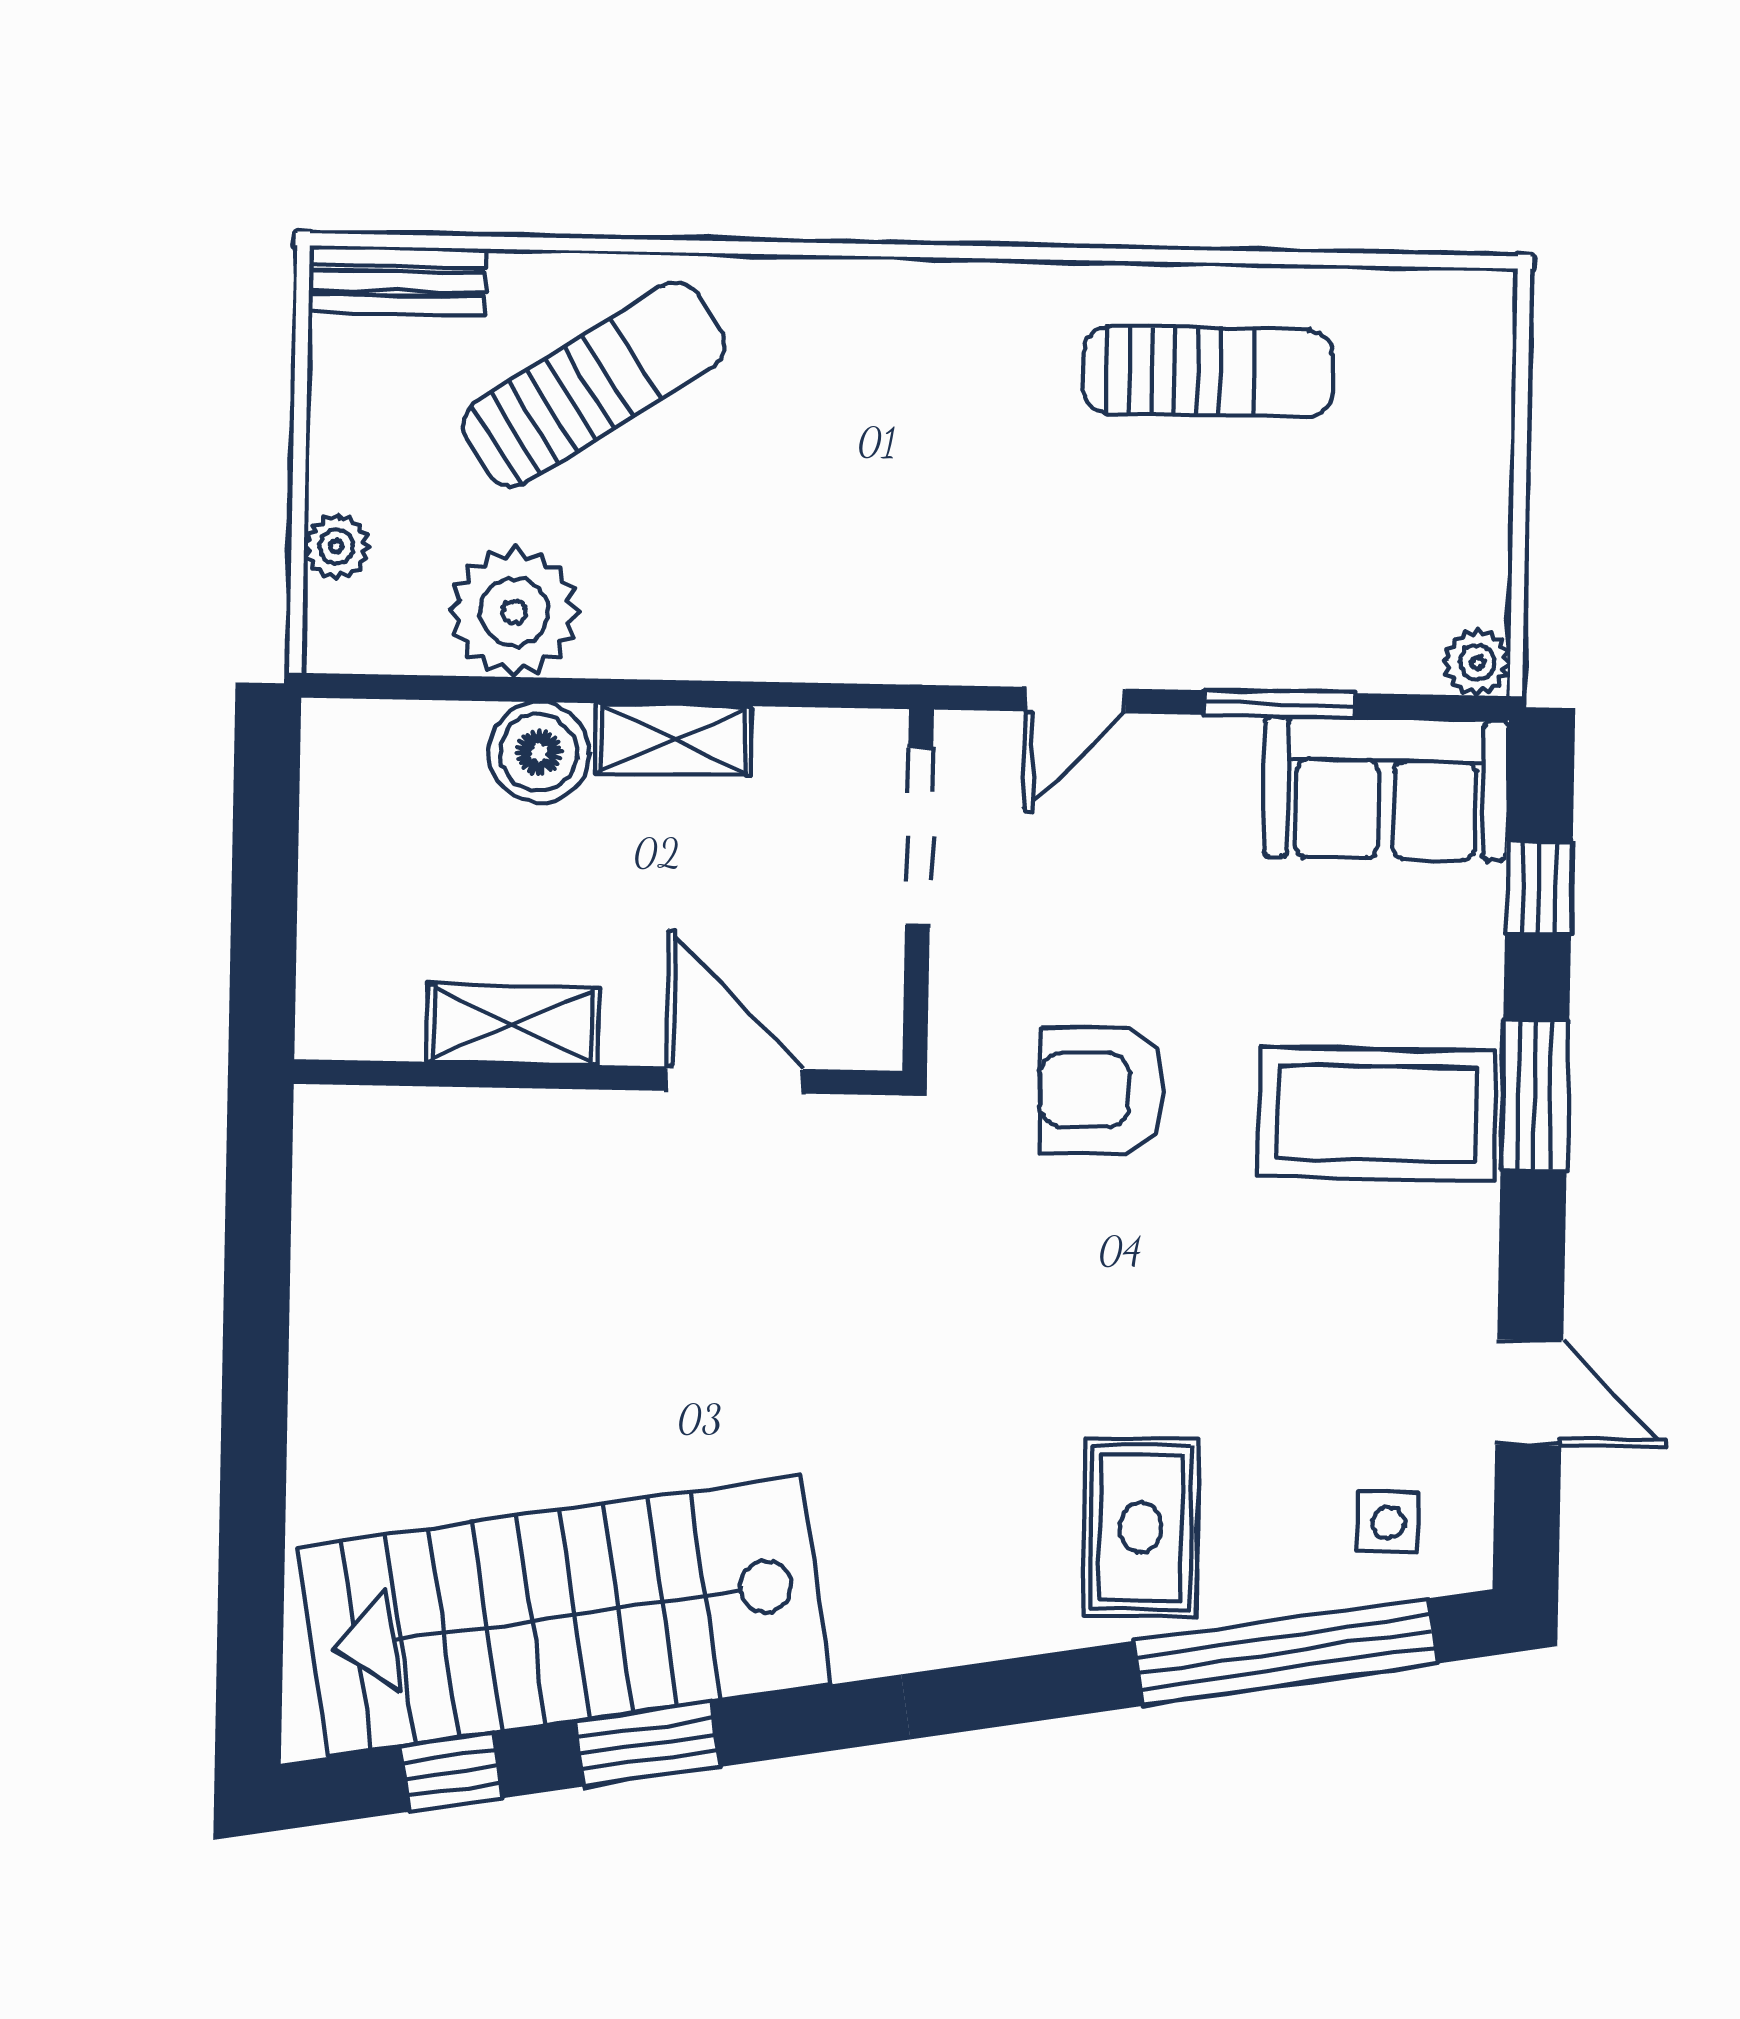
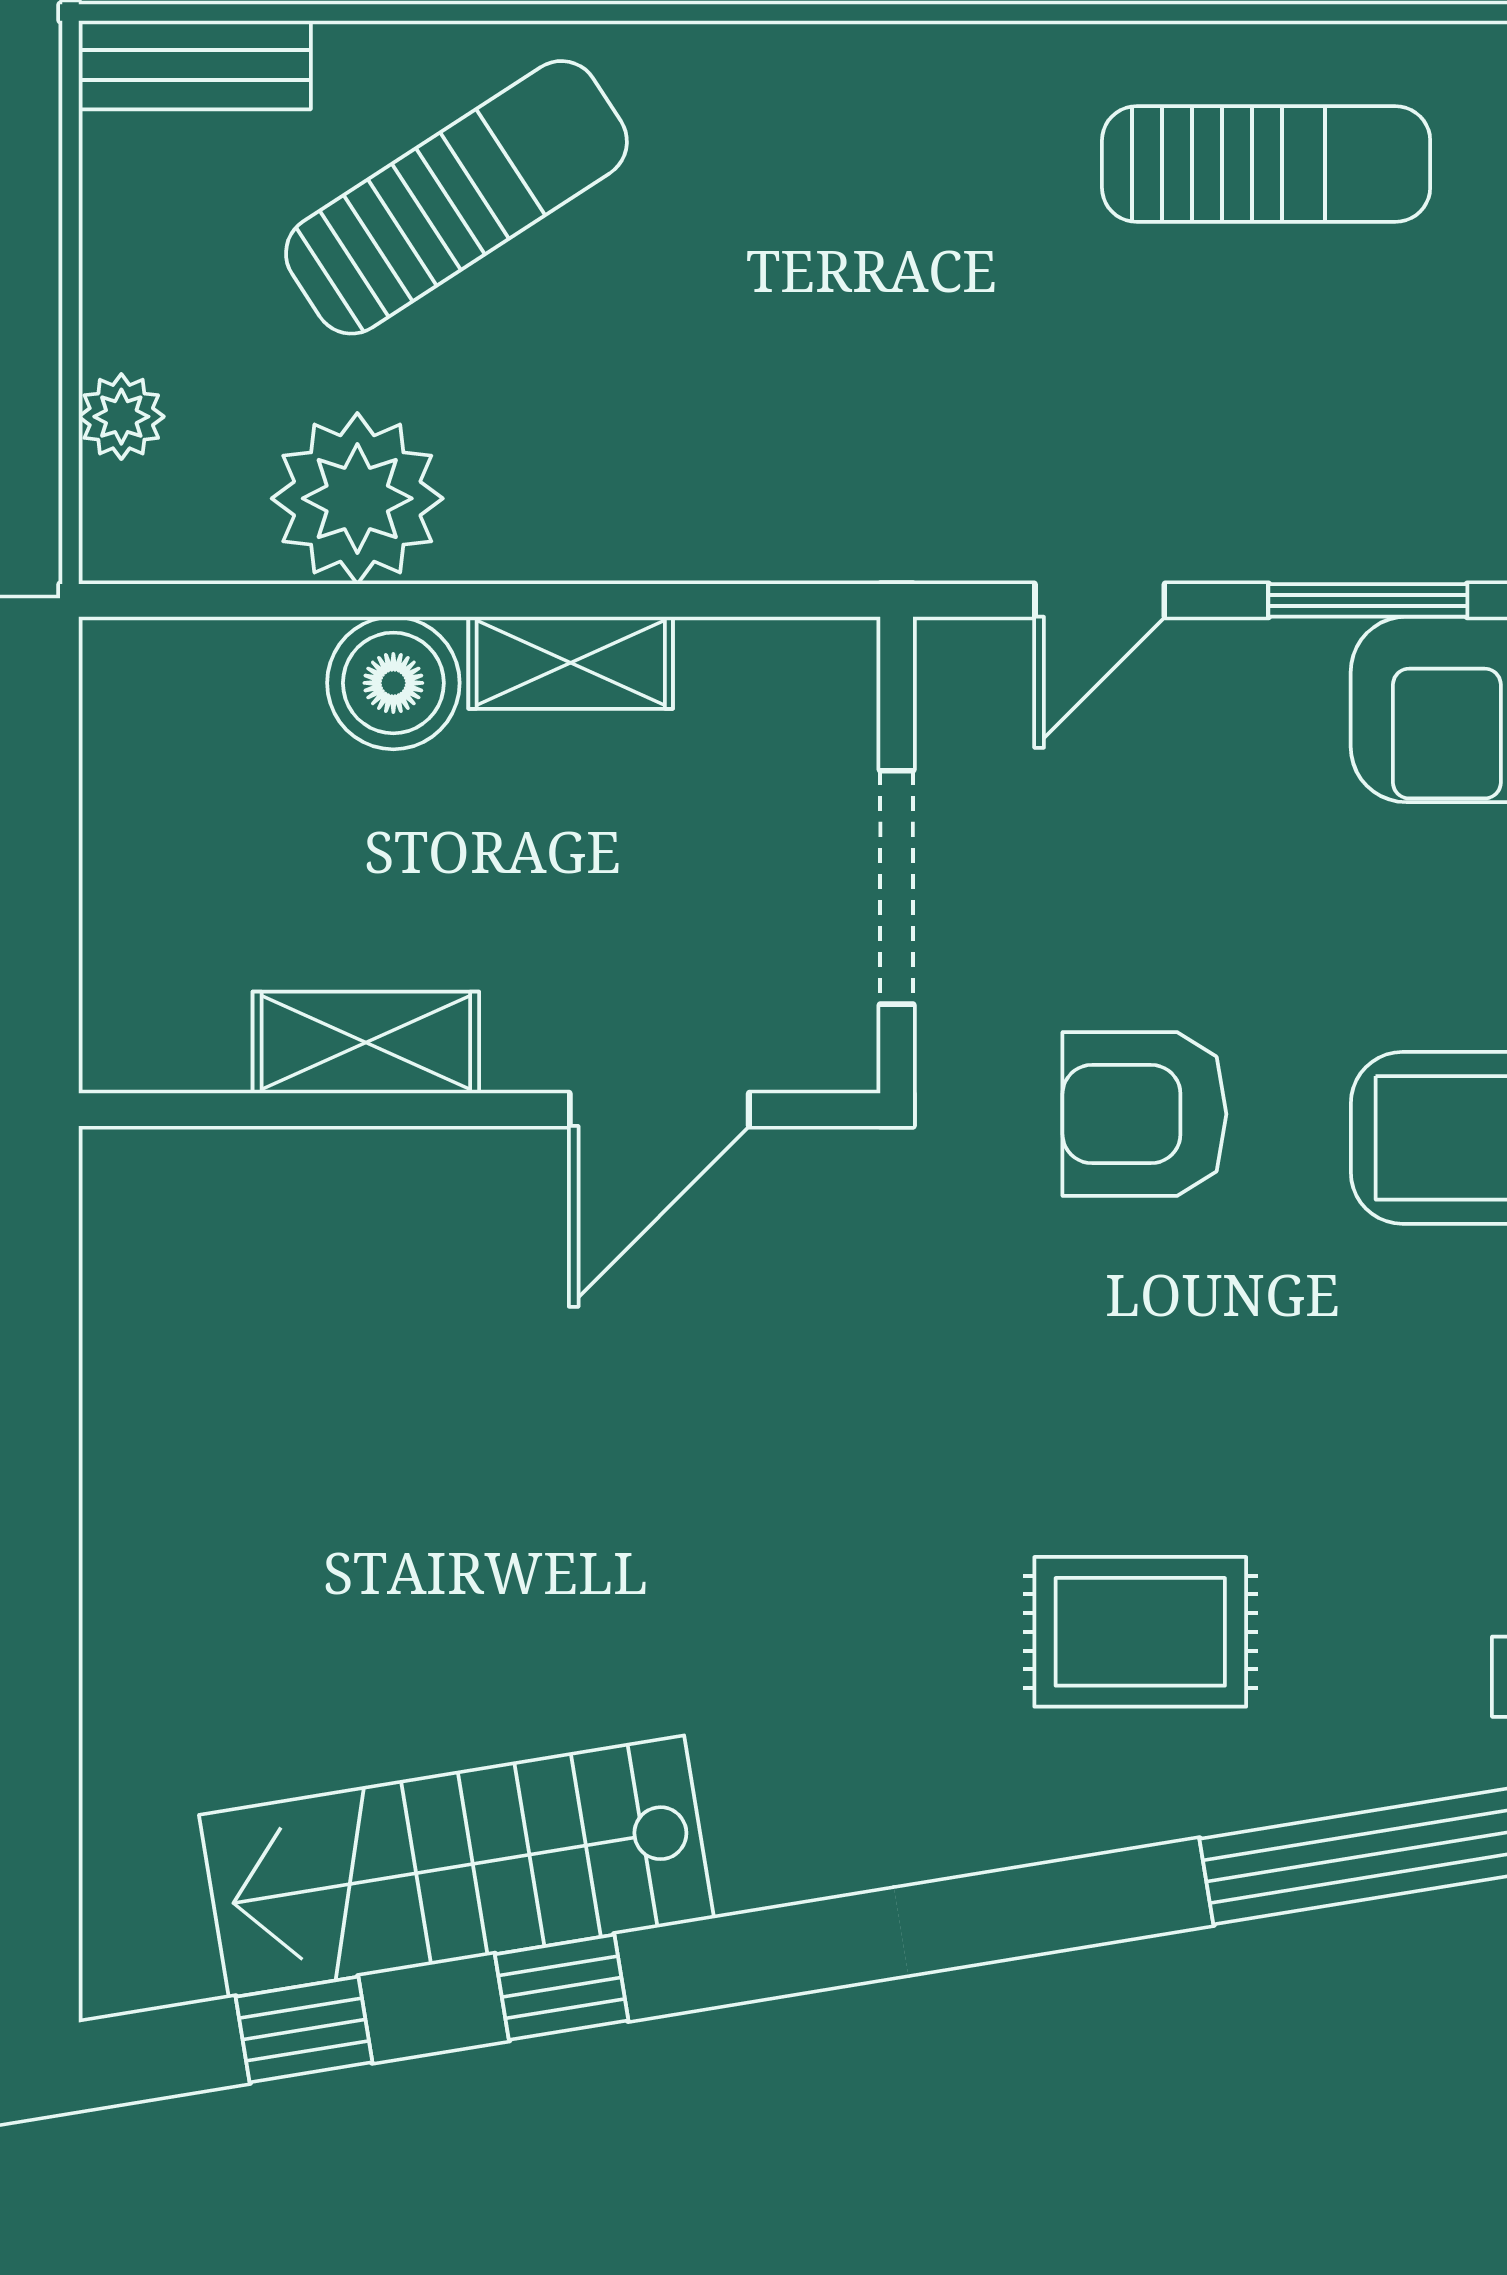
doorway: (919, 836) -> (897, 887), moved
door: (734, 1080) -> (659, 1110), swing flipped
rug: (1141, 1527) -> (1140, 1632), moved, turned 90
stairs: (564, 1616) -> (457, 1867), width x0.73, depth x0.66
window: (648, 1744) -> (562, 1987), width x0.67

